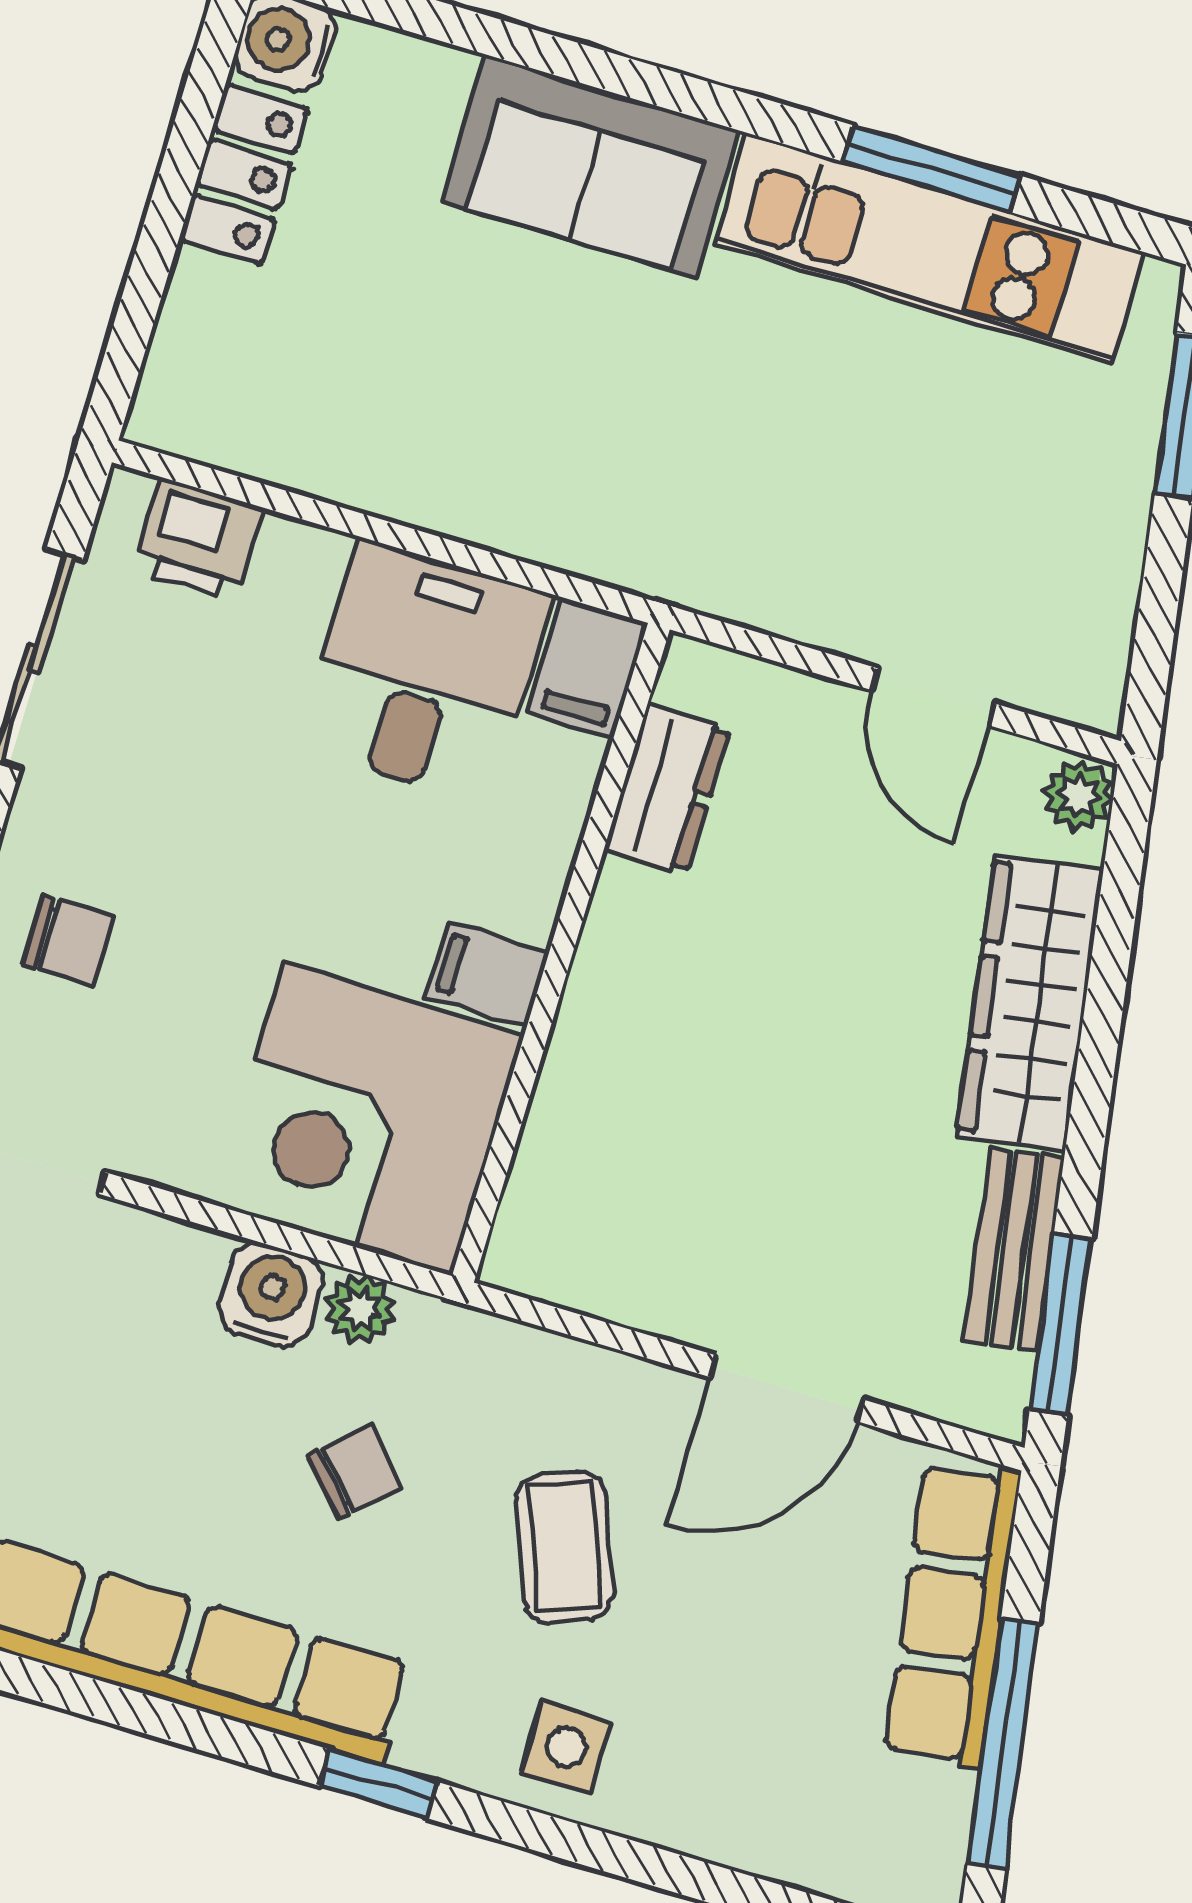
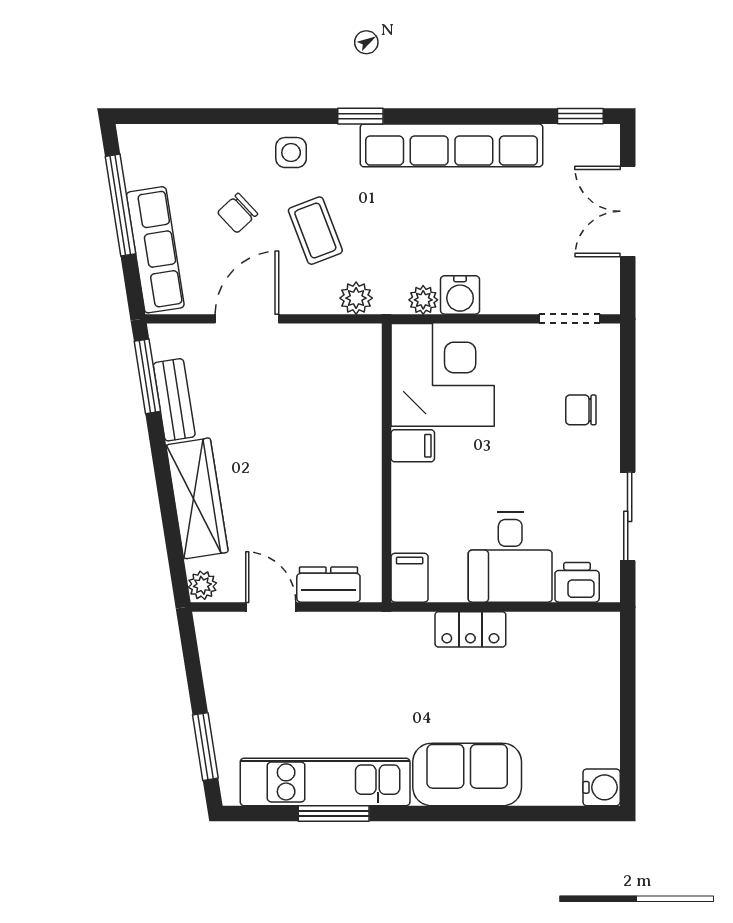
locker: (244, 174) -> (470, 629), moved, turned -90
desk: (425, 671) -> (510, 557), moved
dresser: (667, 789) -> (328, 585), moved, turned 90
plant: (516, 1361) -> (356, 298), added
chair: (355, 1472) -> (237, 213), moved

